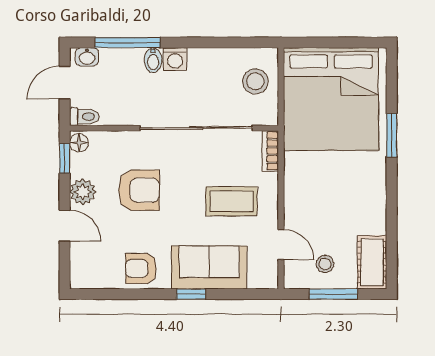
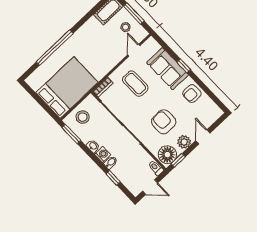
window: (128, 43) -> (113, 178), width x0.46
window: (247, 43) -> (71, 134), added
washbasin: (87, 57) -> (93, 146), moved
bed: (331, 99) -> (67, 88), width x0.73
window: (392, 135) -> (55, 48), width x2.11
floor lamp: (79, 143) -> (167, 155), width x1.89, depth x1.89
armchair: (141, 269) -> (192, 93), turned 90

